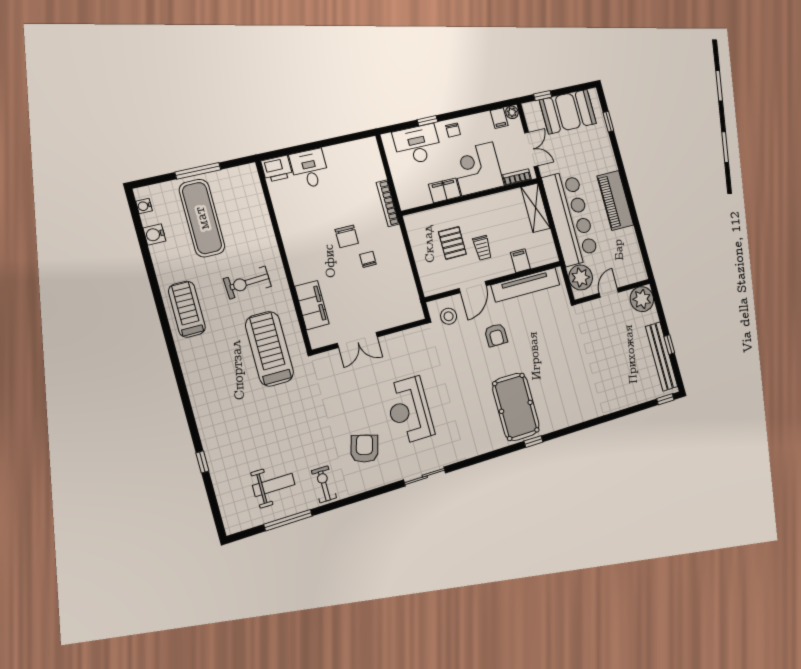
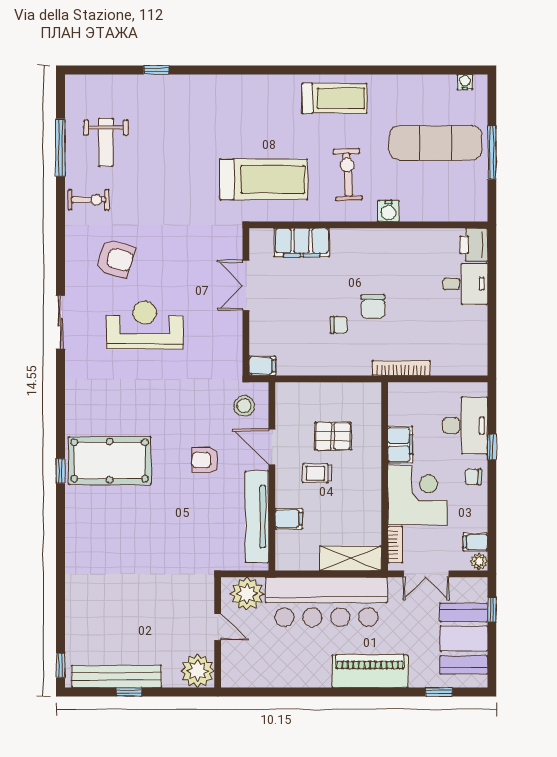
piano: (615, 200) -> (370, 671), moved
water cooler: (154, 234) -> (388, 211), moved, turned 180
chair: (347, 236) -> (373, 307), turned -90
filing cabinet: (415, 311) -> (262, 366), added

